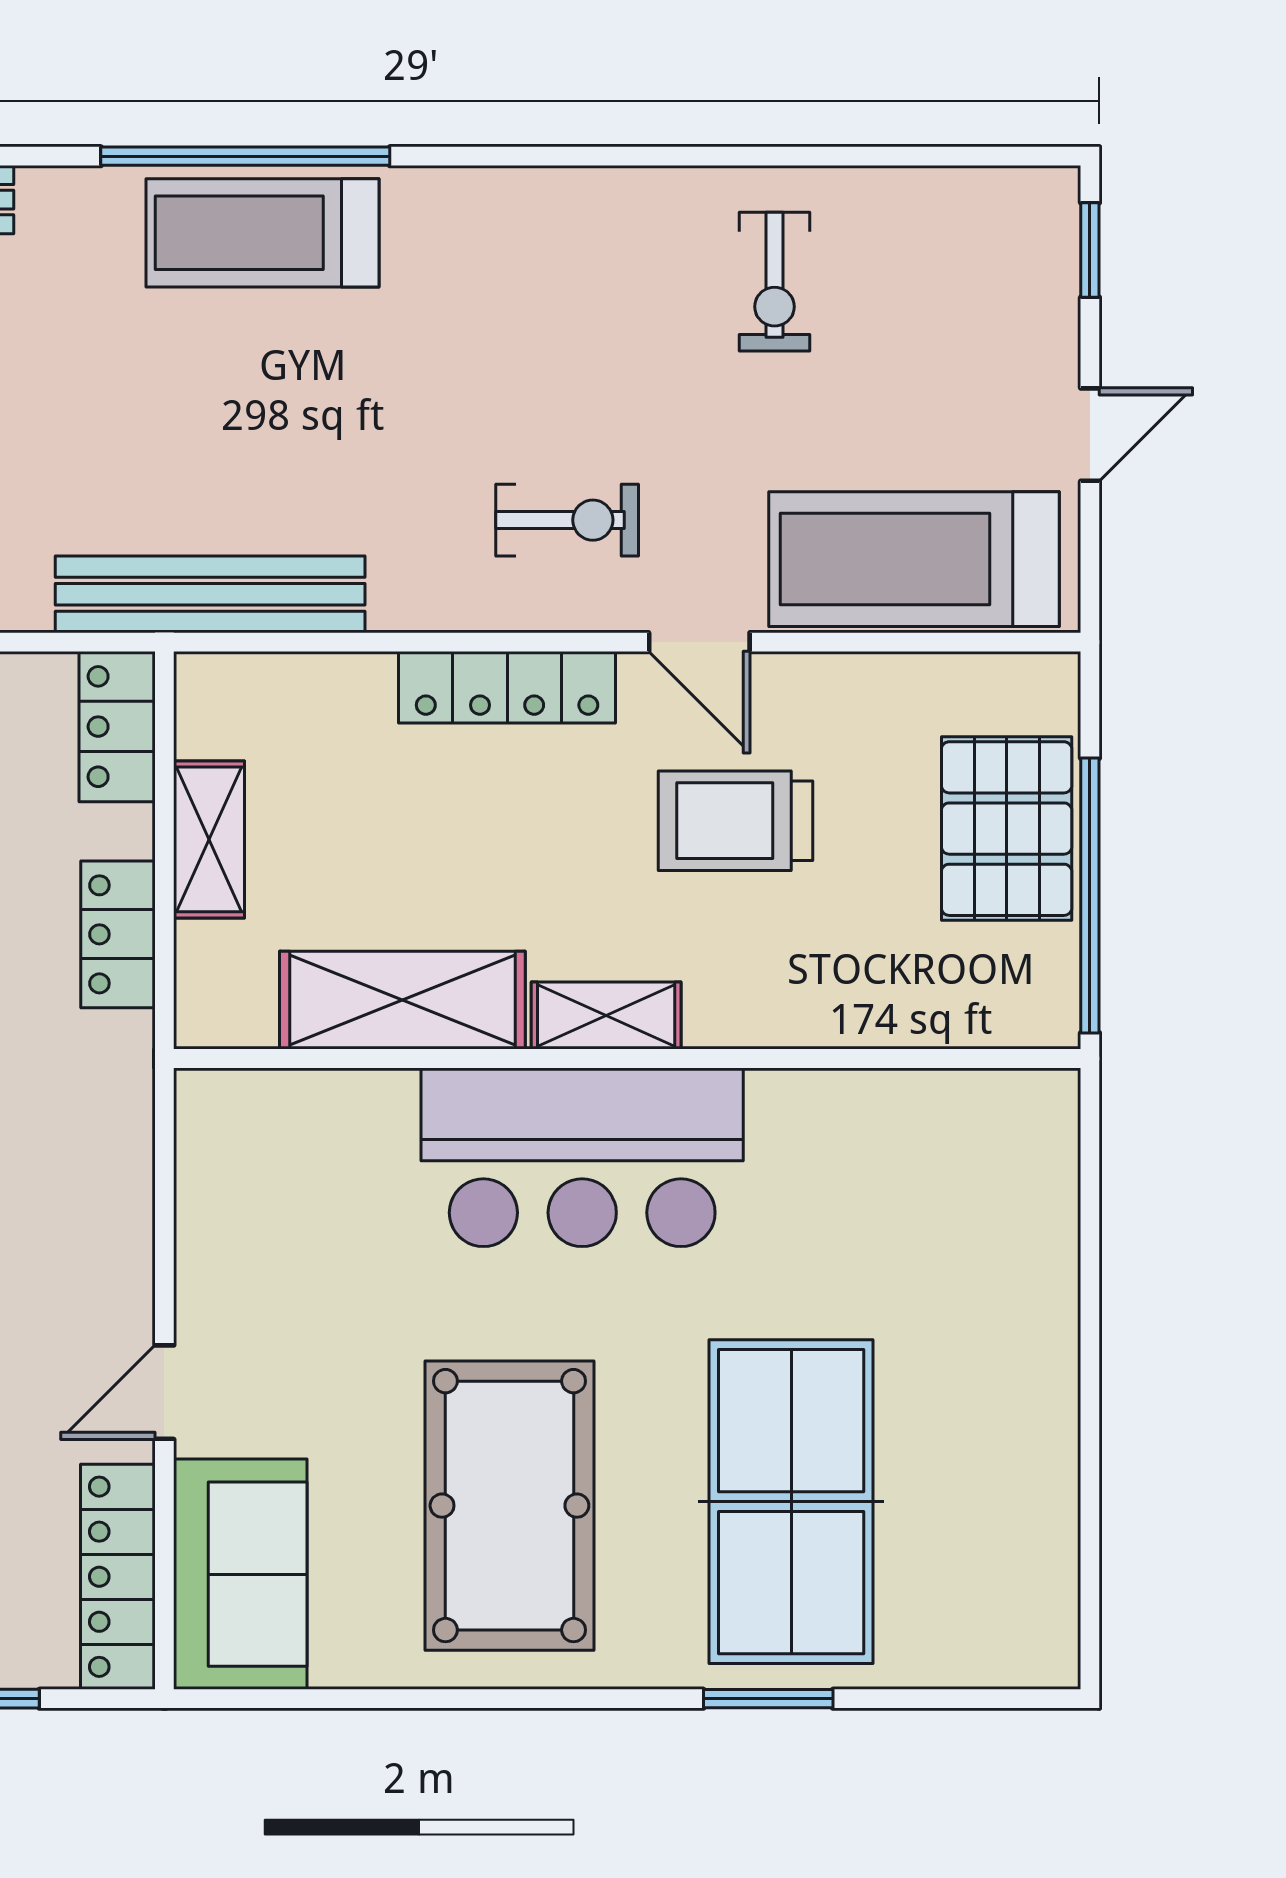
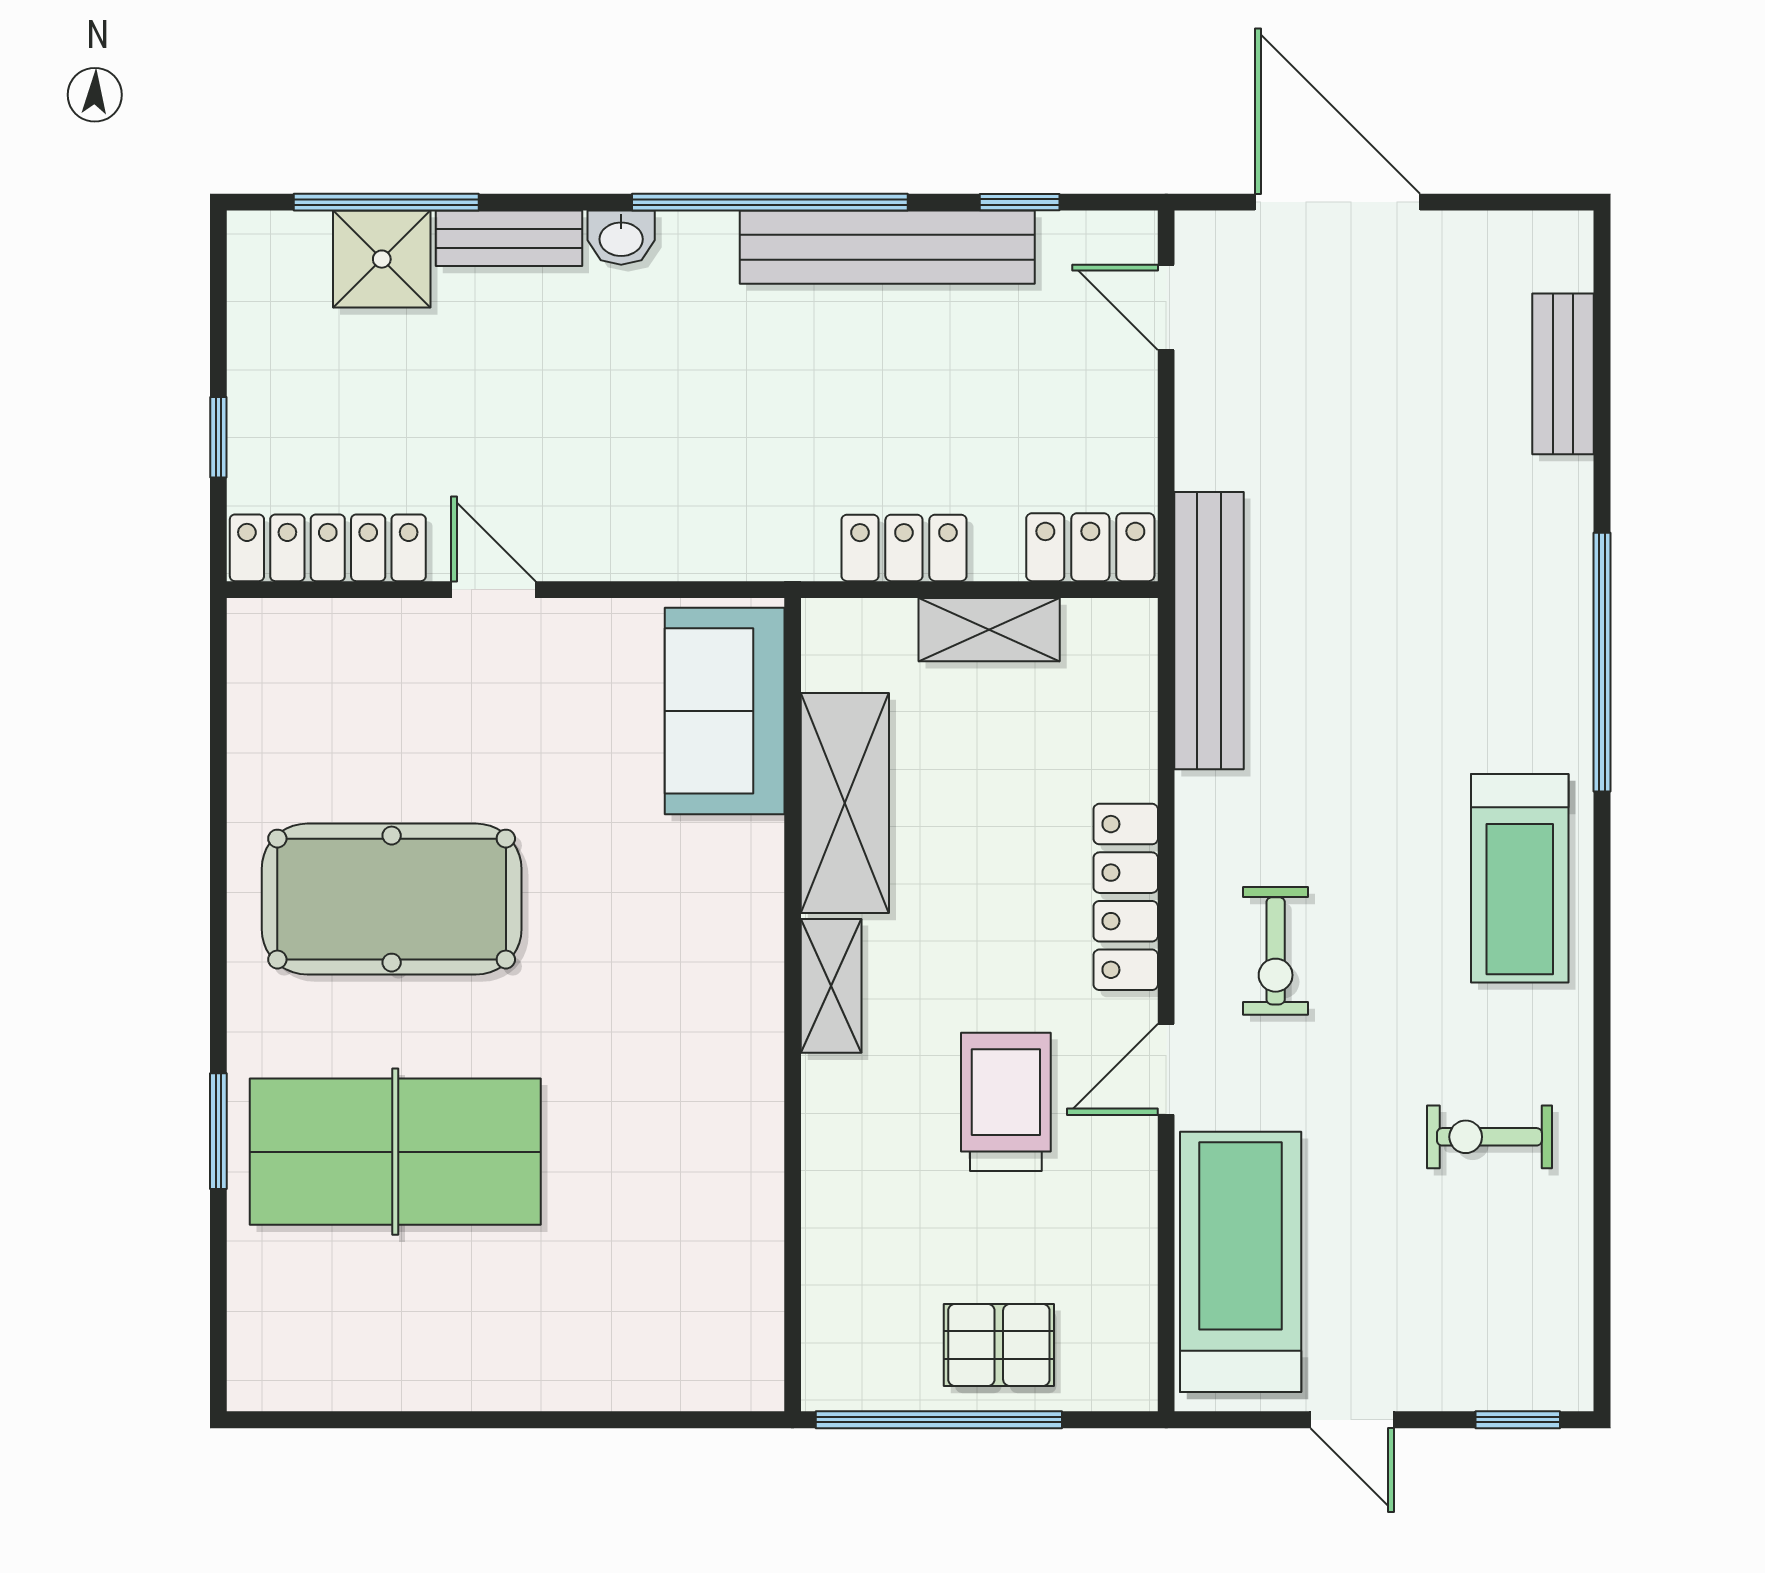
treadmill: (262, 233) -> (1520, 878), moved, turned 180
pallet: (1007, 829) -> (999, 1345), width x0.67, depth x0.71
bar counter: (582, 1157) -> (704, 964), removed
sofa: (240, 1574) -> (725, 711), moved, turned 90

